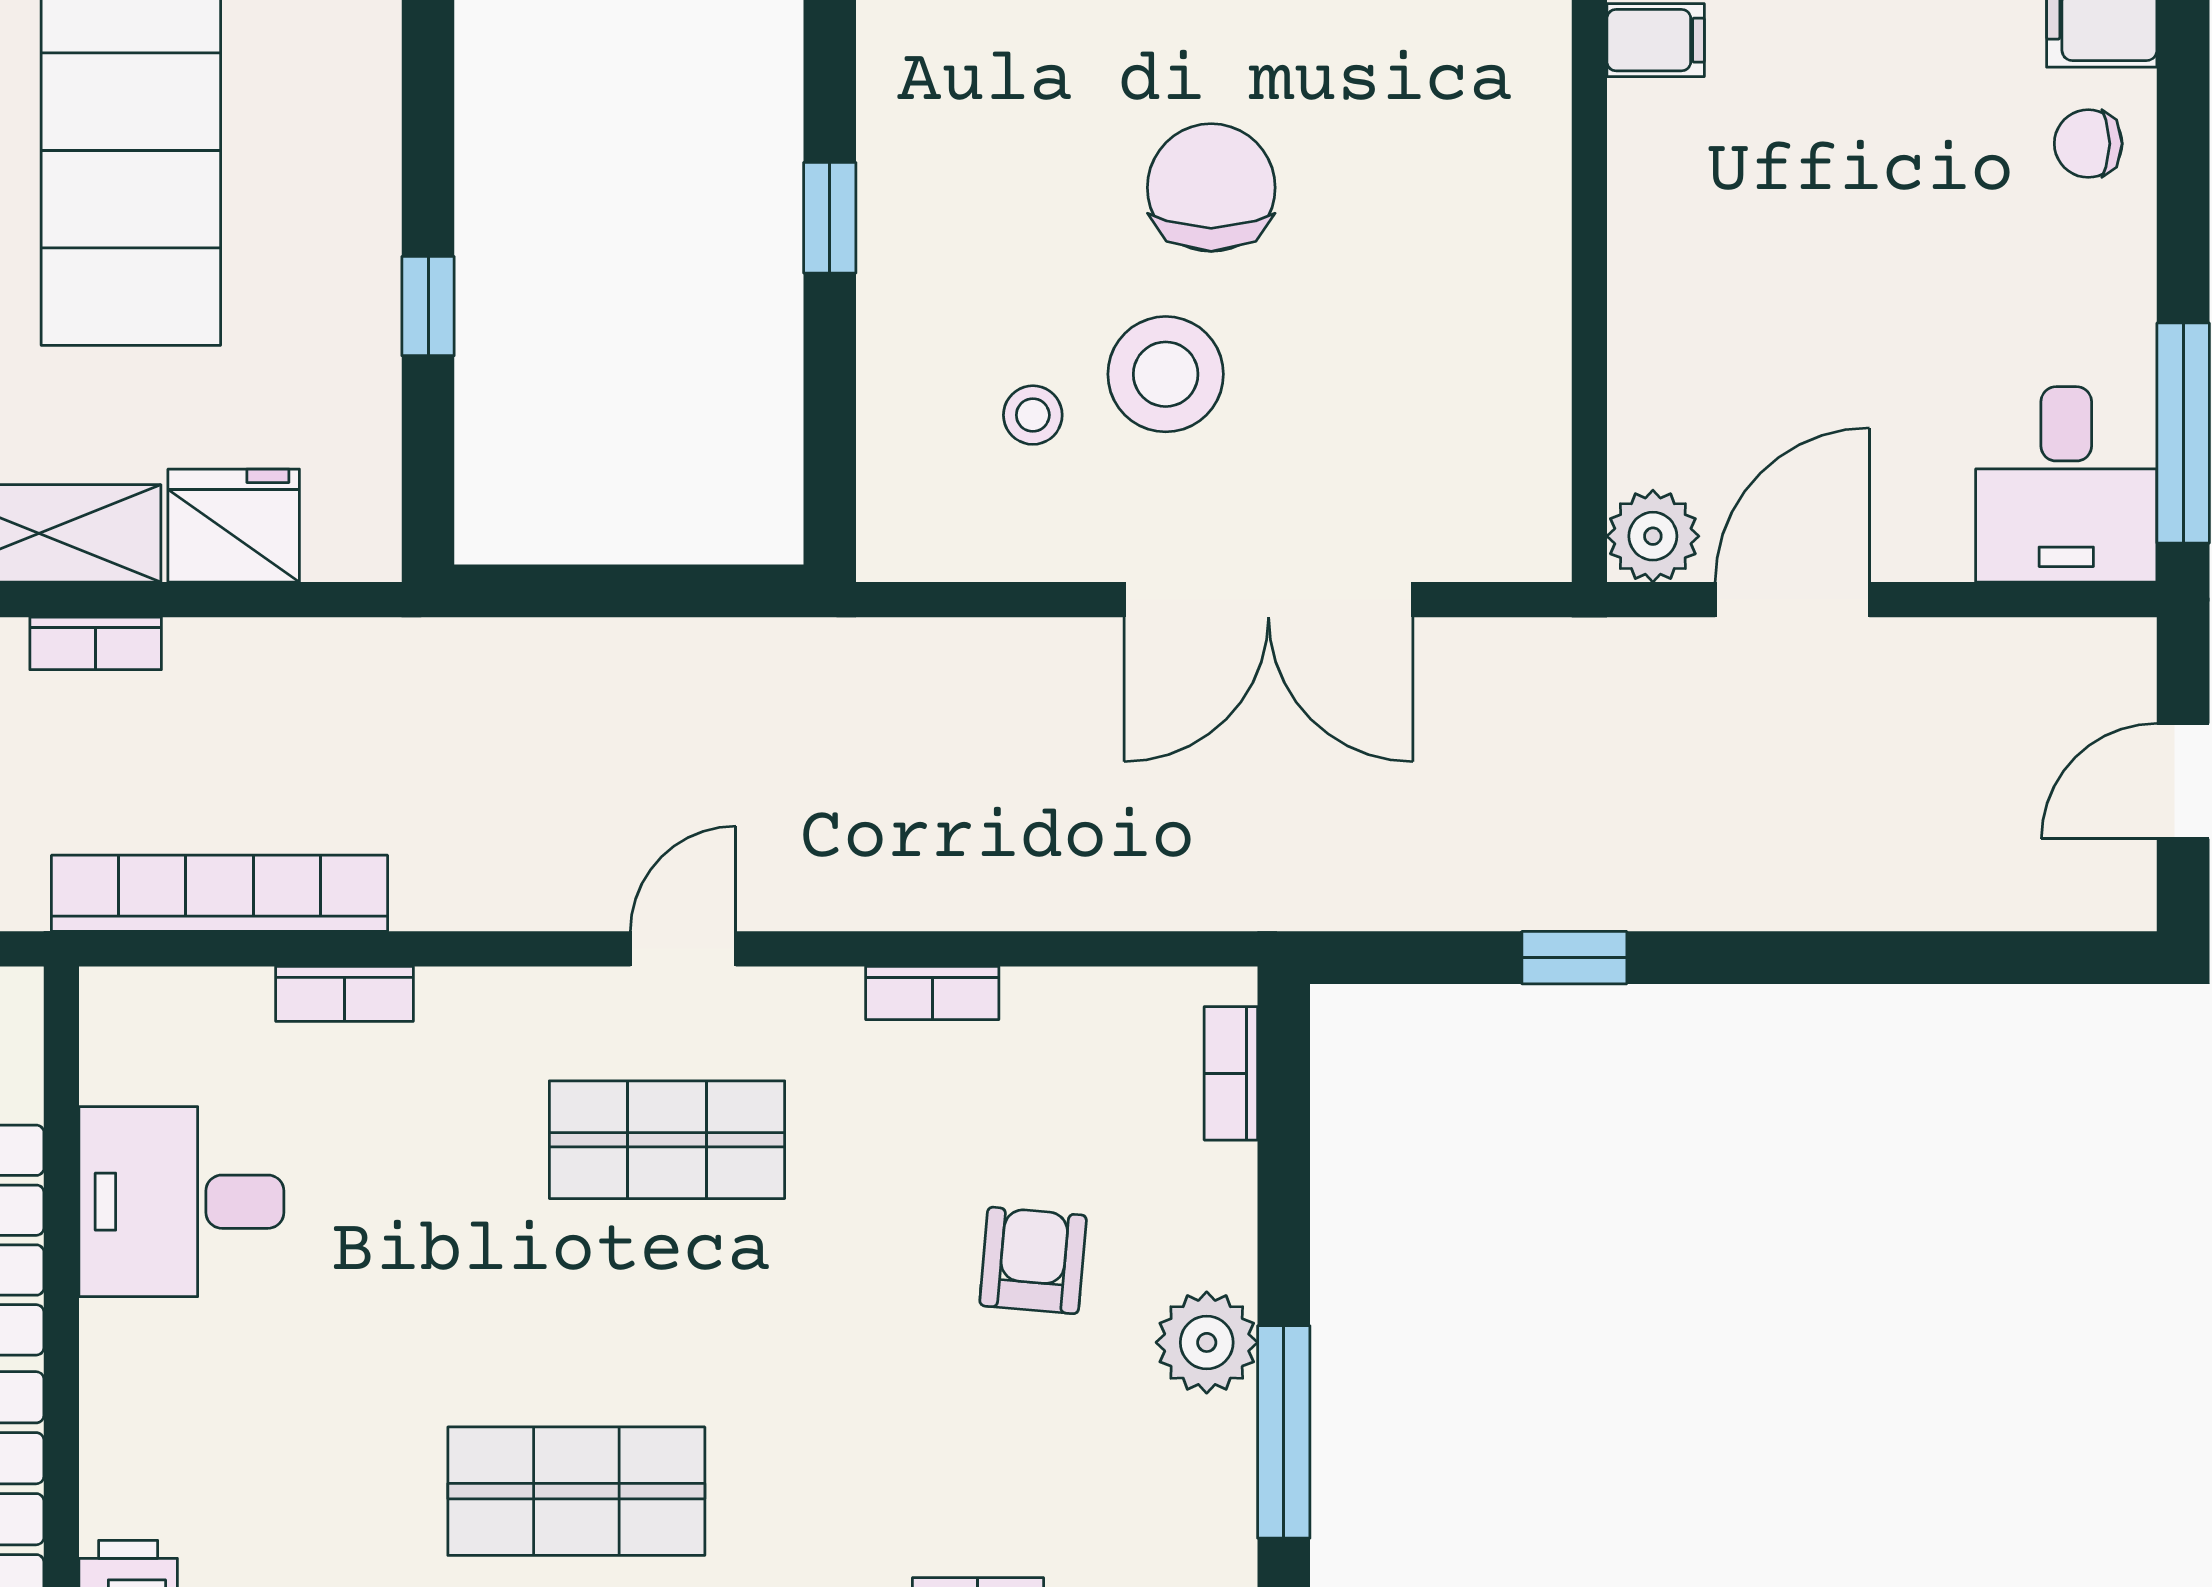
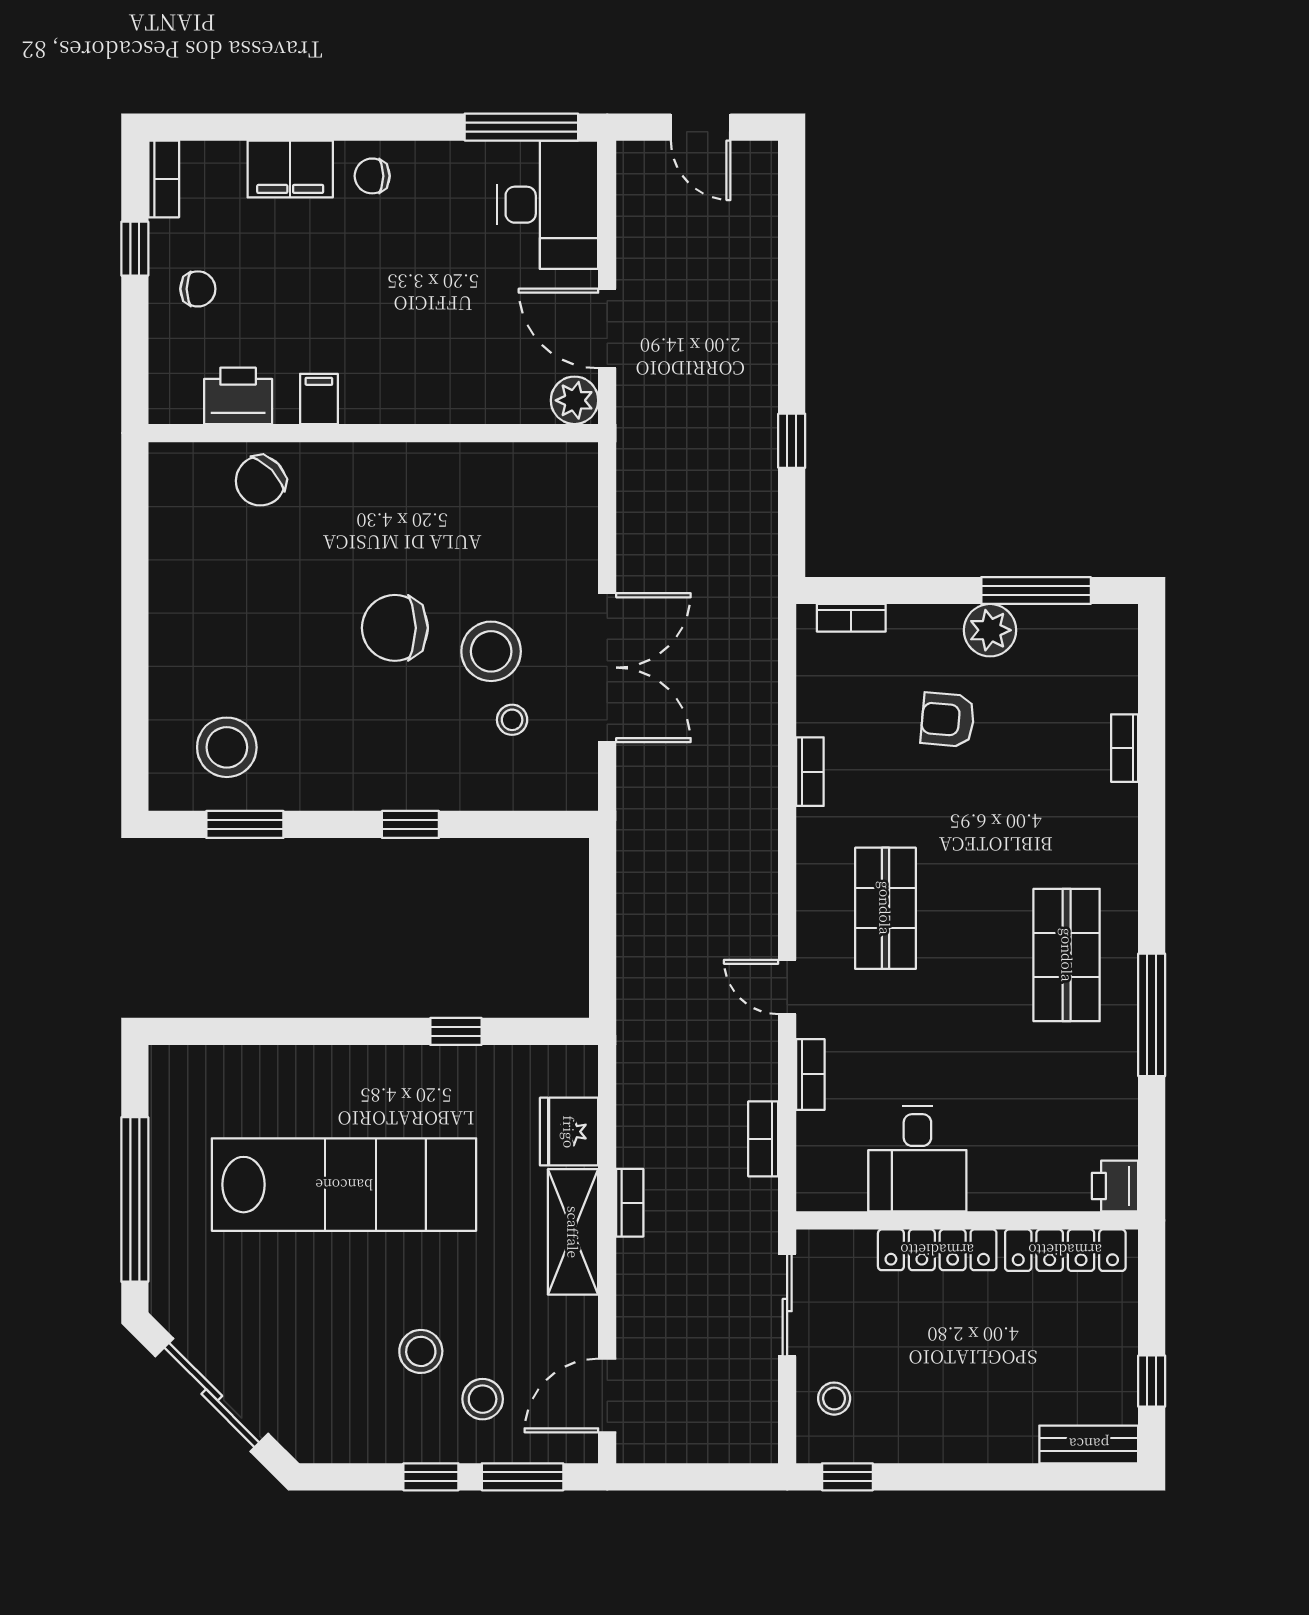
chair: (2088, 144) -> (372, 176), turned 90
desk: (2066, 484) -> (548, 205), width x1.37
double door: (1269, 600) -> (607, 668), moved
bookcase: (219, 893) -> (763, 1139), width x0.43, depth x0.76
door: (683, 949) -> (787, 987), moved

